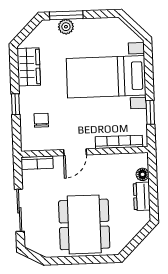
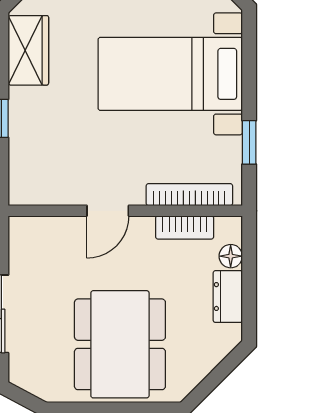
chair: (41, 120) -> (48, 150), removed
bookcase: (37, 163) -> (185, 227), moved

